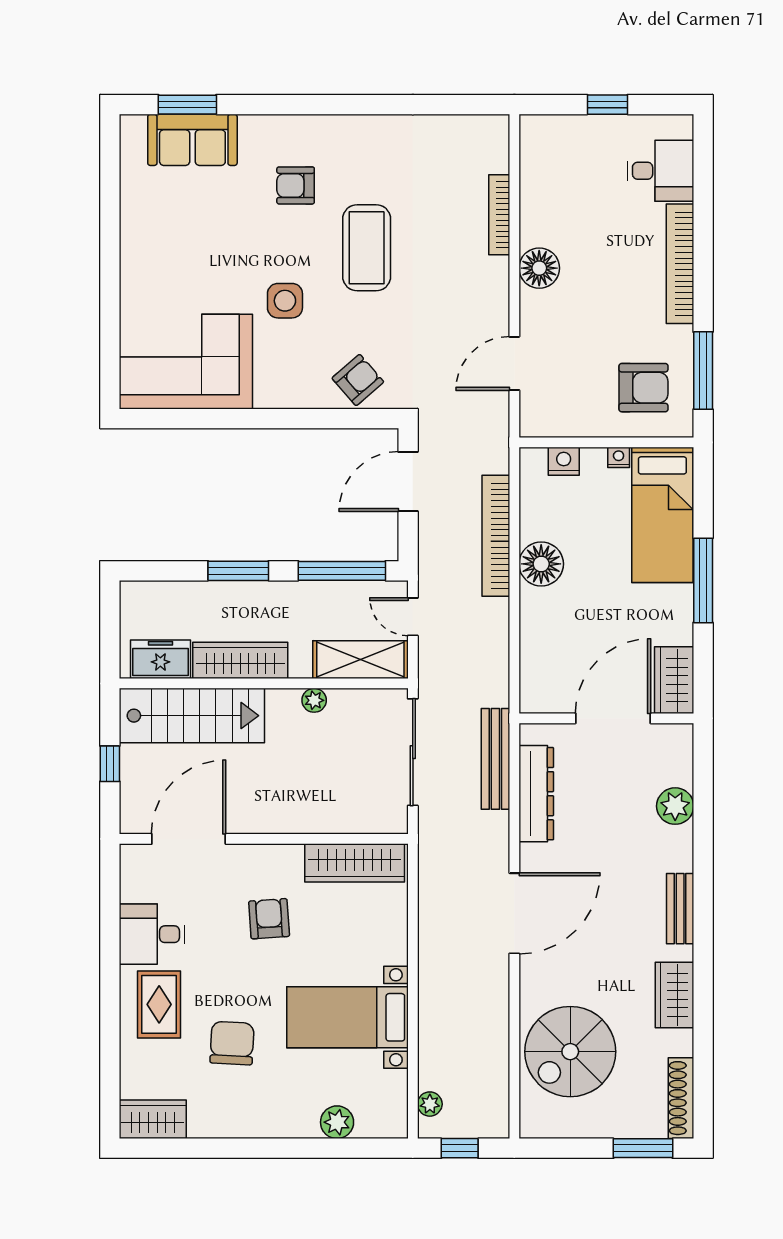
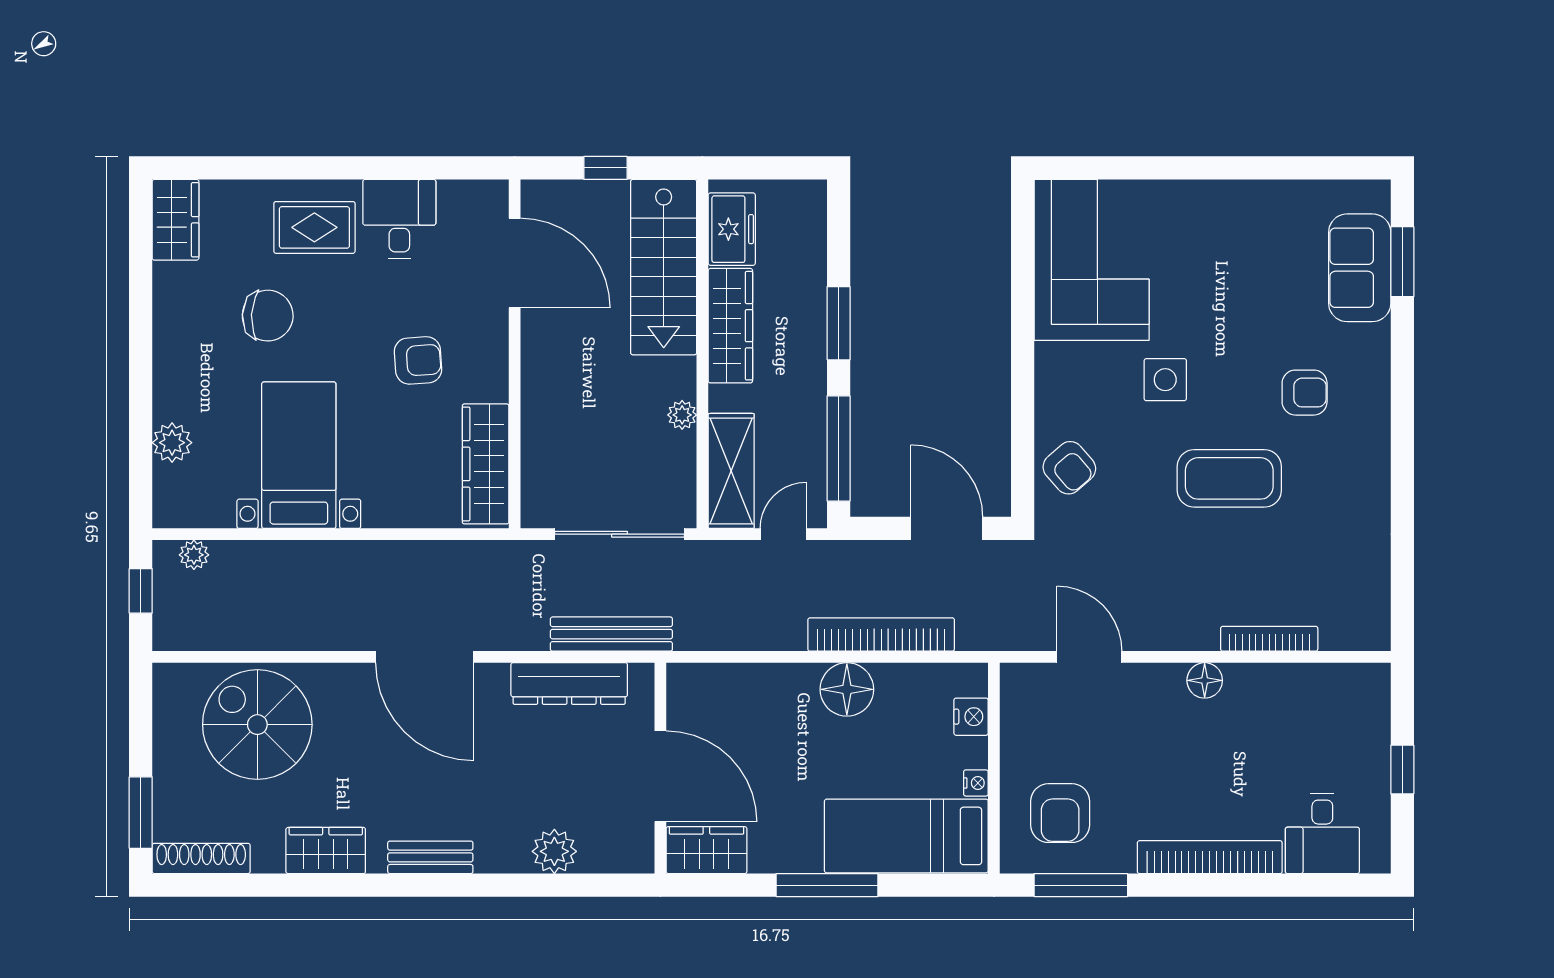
armchair: (296, 185) -> (1305, 393), turned 90
floor lamp: (539, 268) -> (1205, 680), width x0.73, depth x0.73

